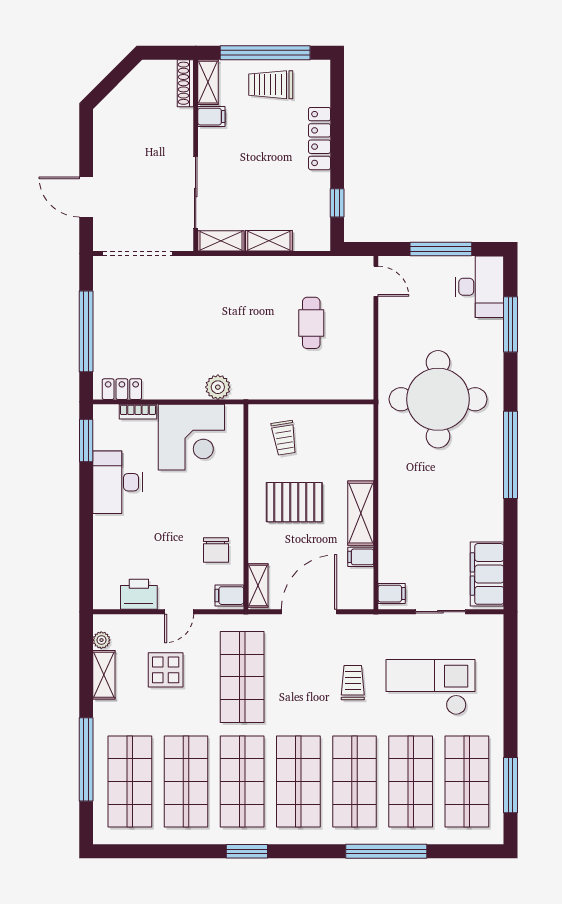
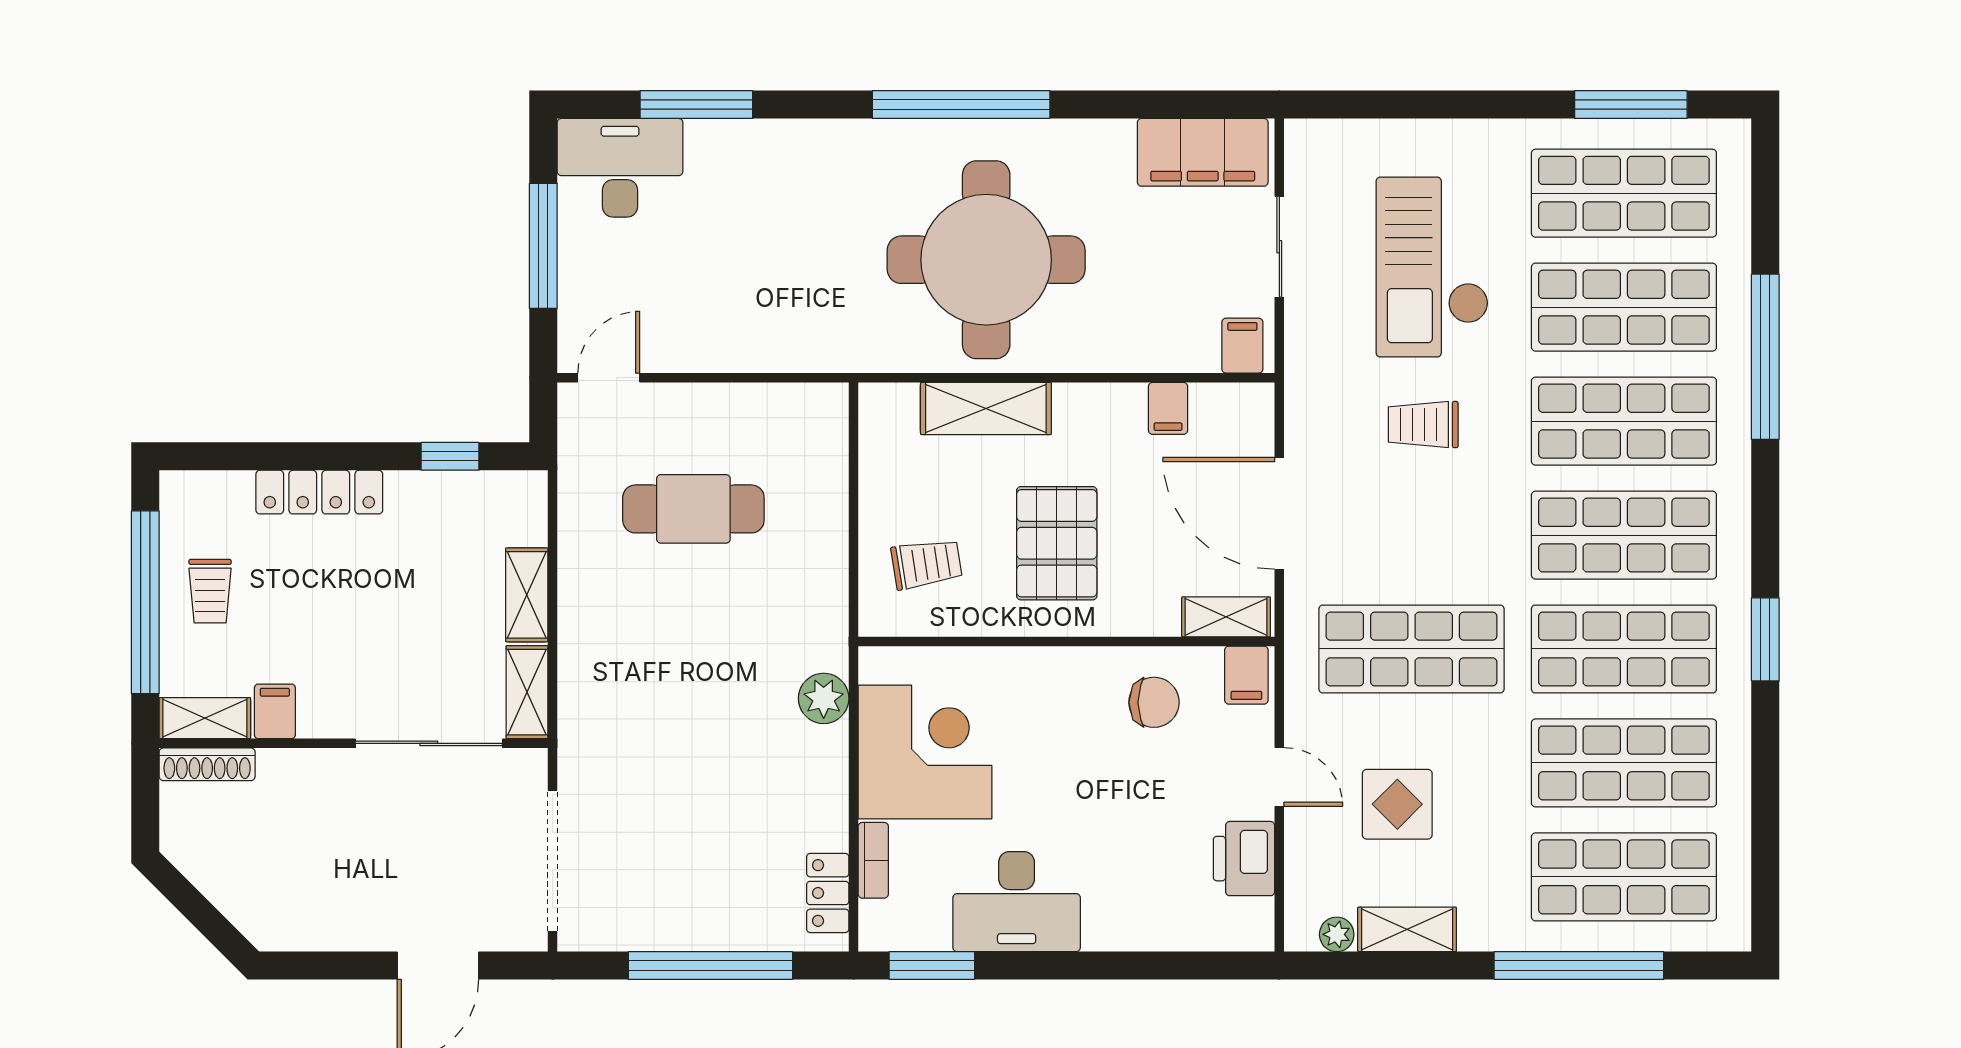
trolley: (271, 85) -> (210, 591), width x0.73, depth x0.72
cafe table: (311, 323) -> (693, 509), width x1.37, depth x1.35
round table: (438, 399) -> (986, 260), moved
shelving: (361, 513) -> (986, 408), moved

